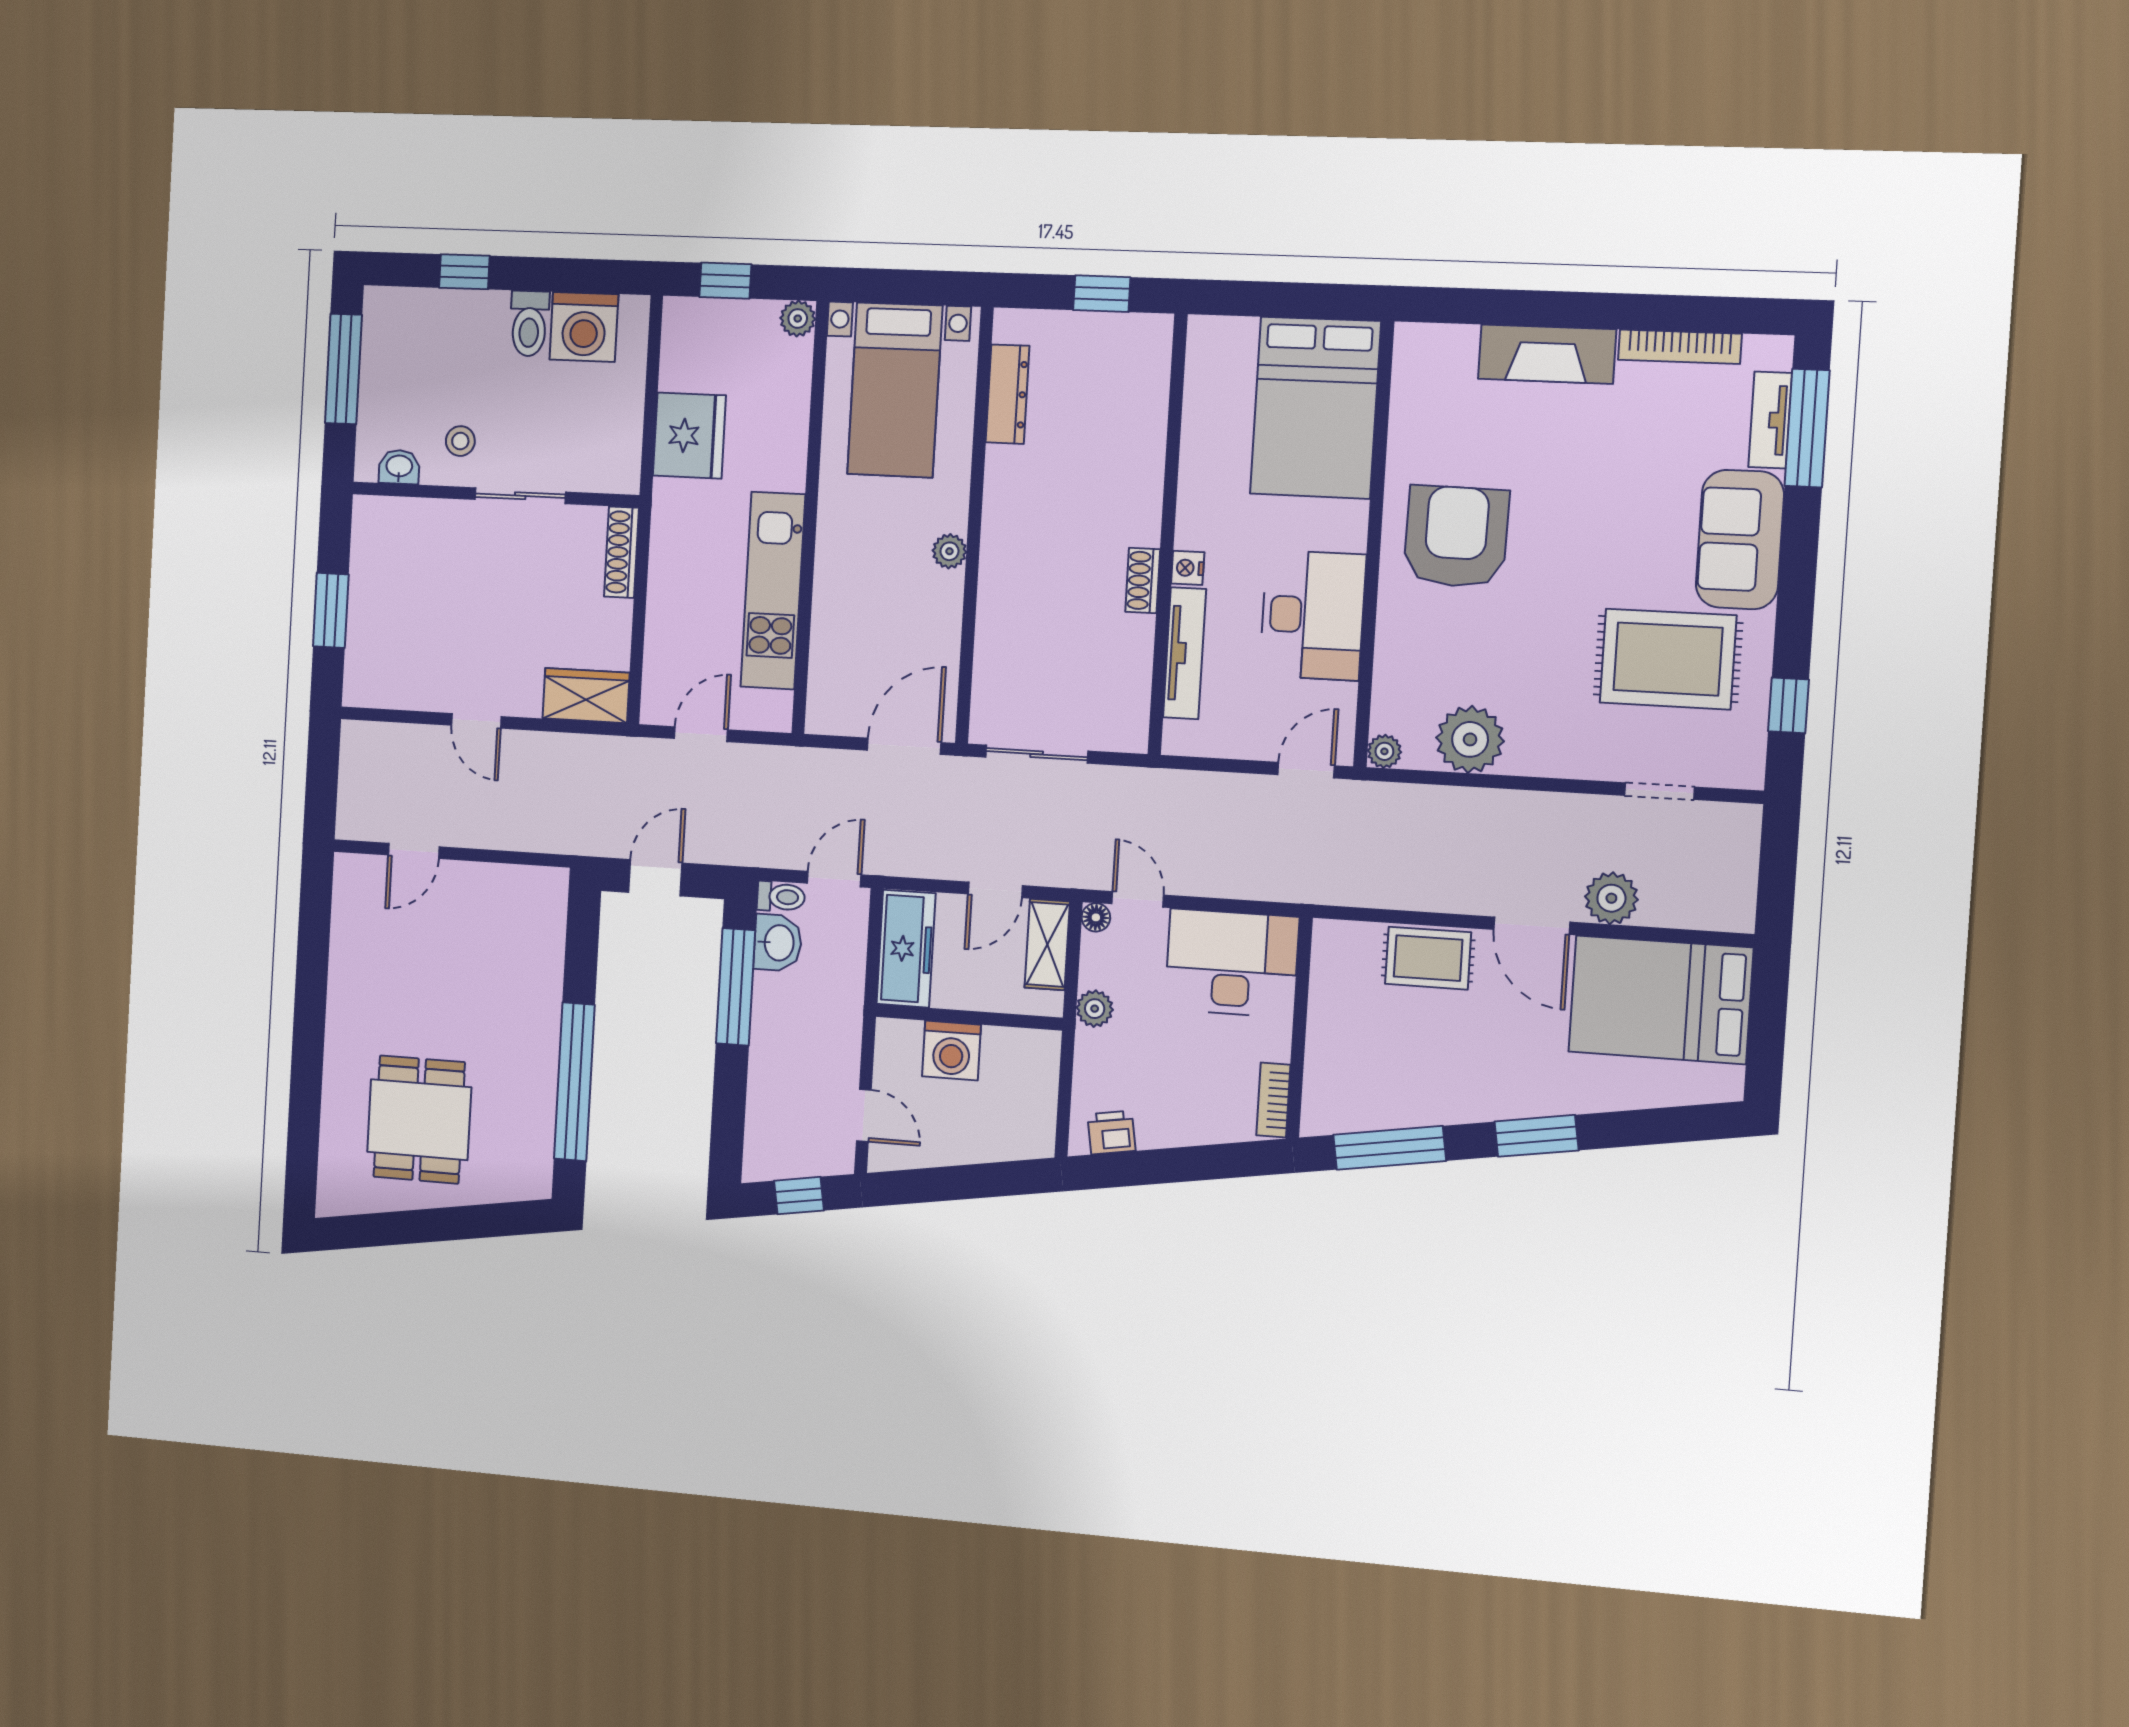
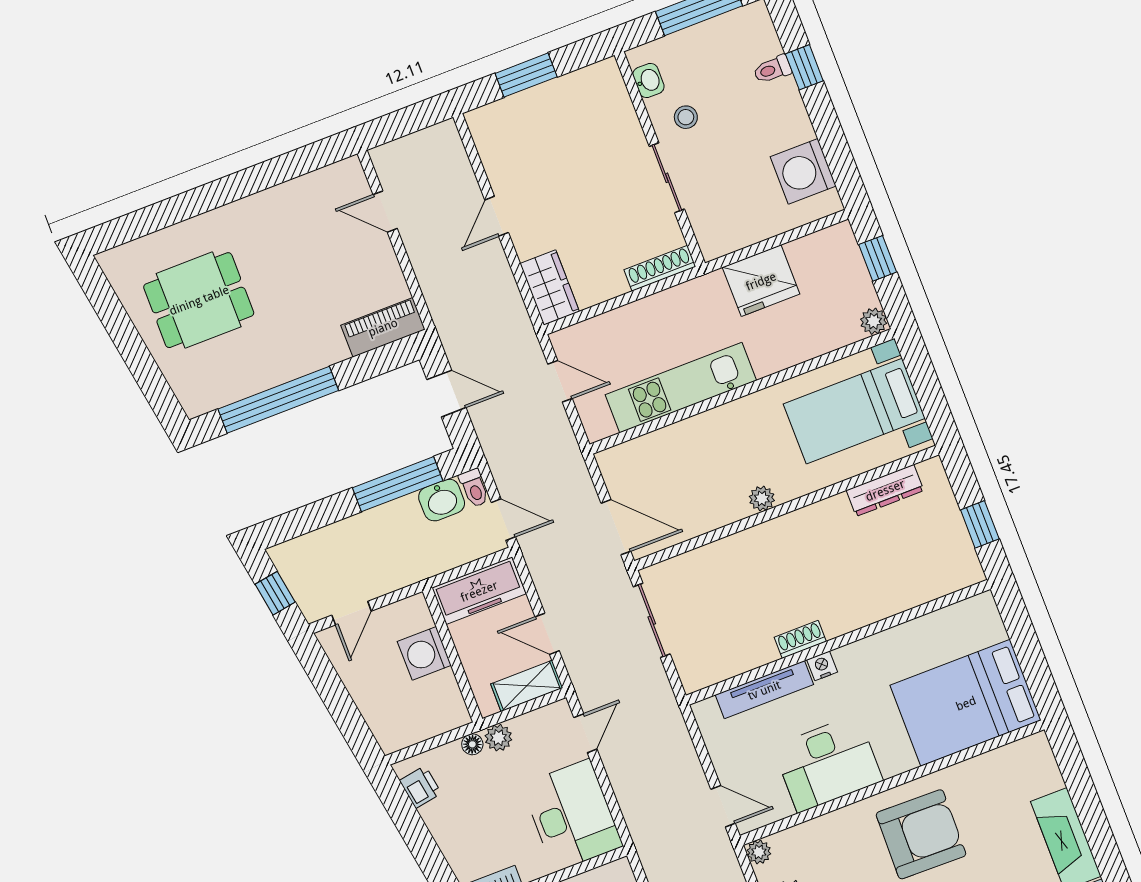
toilet: (529, 324) -> (772, 69), moved, width x0.73, depth x0.72
piano: (545, 917) -> (383, 327), added
floor lamp: (1096, 917) -> (472, 744), moved

